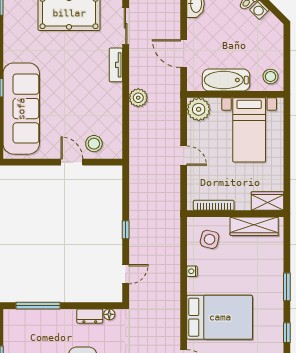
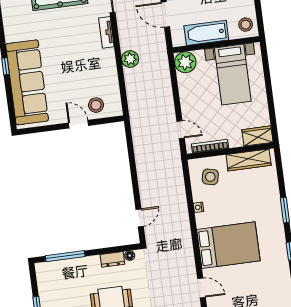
door: (184, 156) -> (181, 130), moved
window: (126, 230) -> (134, 178), removed

